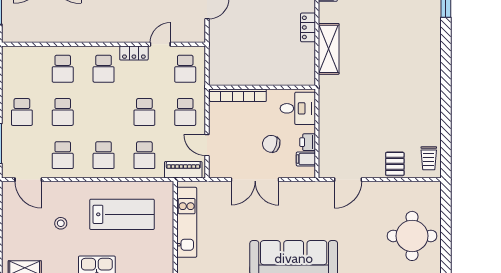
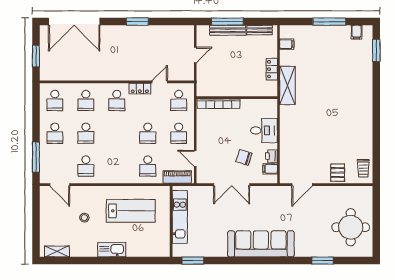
wall: (262, 87) -> (237, 98), moved
bookcase: (238, 95) -> (219, 104), moved
school desk: (104, 155) -> (55, 100), moved

